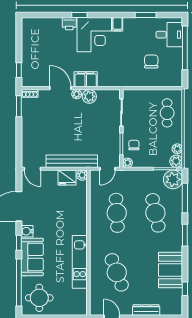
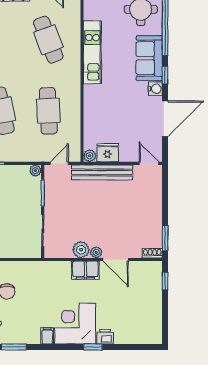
chair: (134, 145) -> (28, 192), removed

